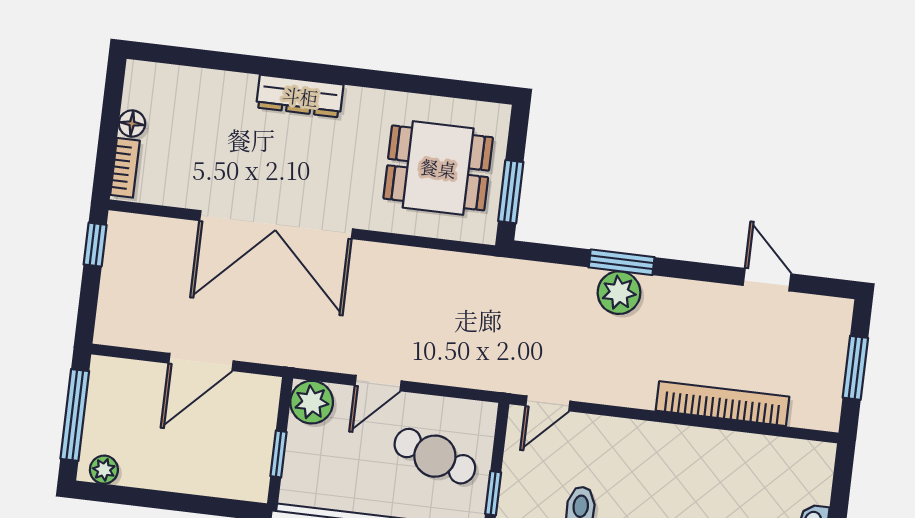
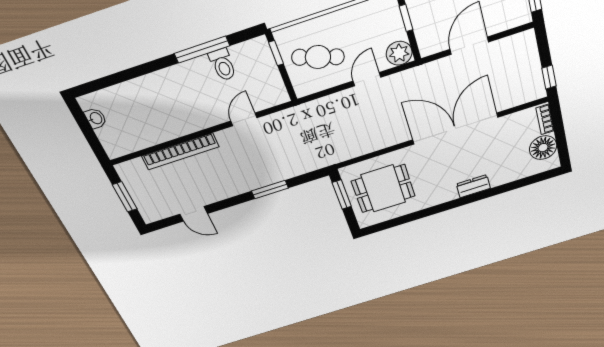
dresser: (300, 96) -> (473, 186), width x0.70
floor lamp: (132, 124) -> (543, 148), width x1.89, depth x1.89
plant: (619, 293) -> (263, 176), removed
door: (548, 403) -> (244, 119), moved

